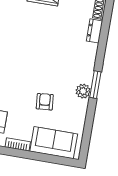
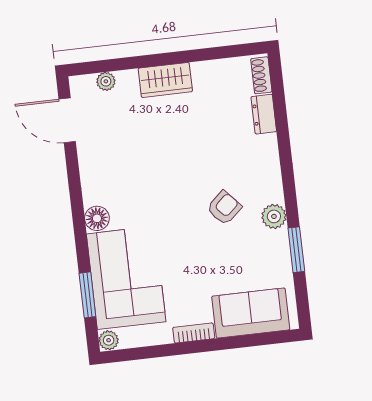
window: (95, 85) -> (296, 250), moved
armchair: (45, 102) -> (224, 208), moved, turned 53

